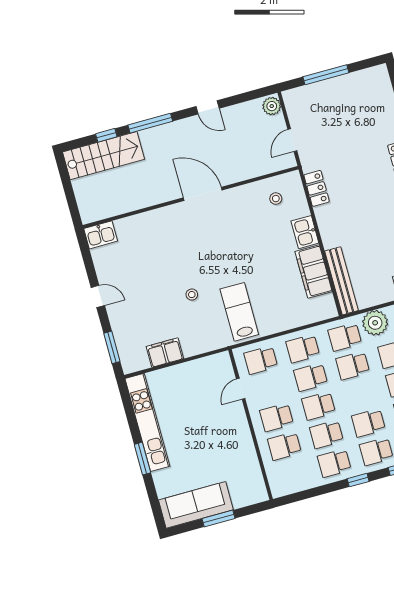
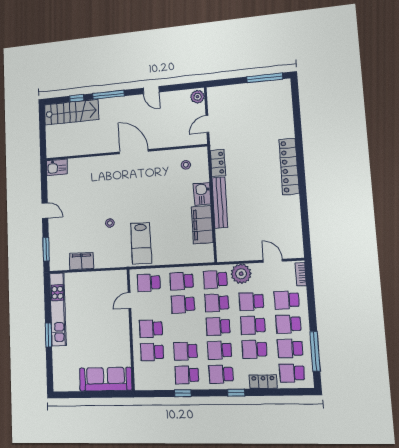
window: (326, 75) -> (265, 78), moved
bench: (341, 281) -> (220, 203), moved
lab bench: (239, 312) -> (141, 243), turned 180
school desk: (319, 406) -> (218, 326), moved
window: (358, 480) -> (183, 393), moved
sofa: (196, 505) -> (106, 379), moved
window: (218, 519) -> (92, 394), removed

